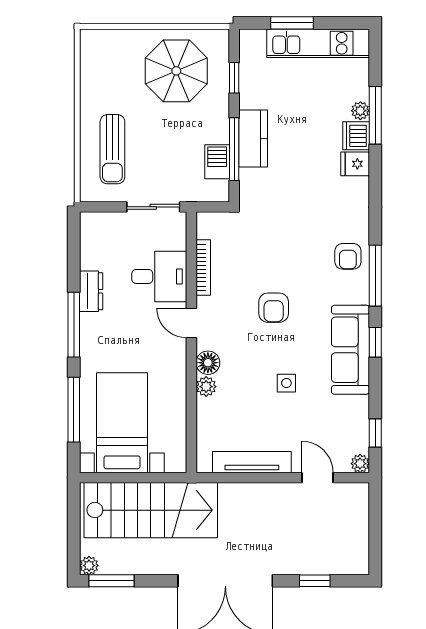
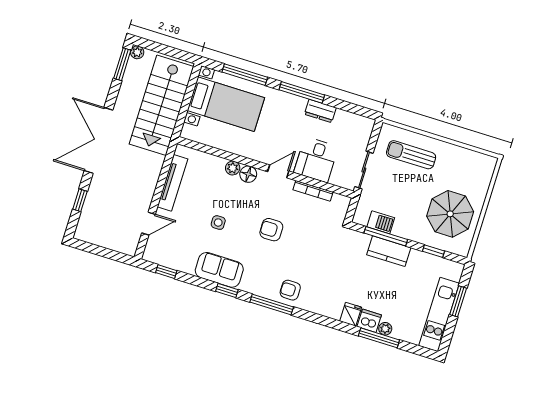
sofa: (350, 350) -> (219, 270), width x0.73
plant: (360, 464) -> (149, 255), removed

